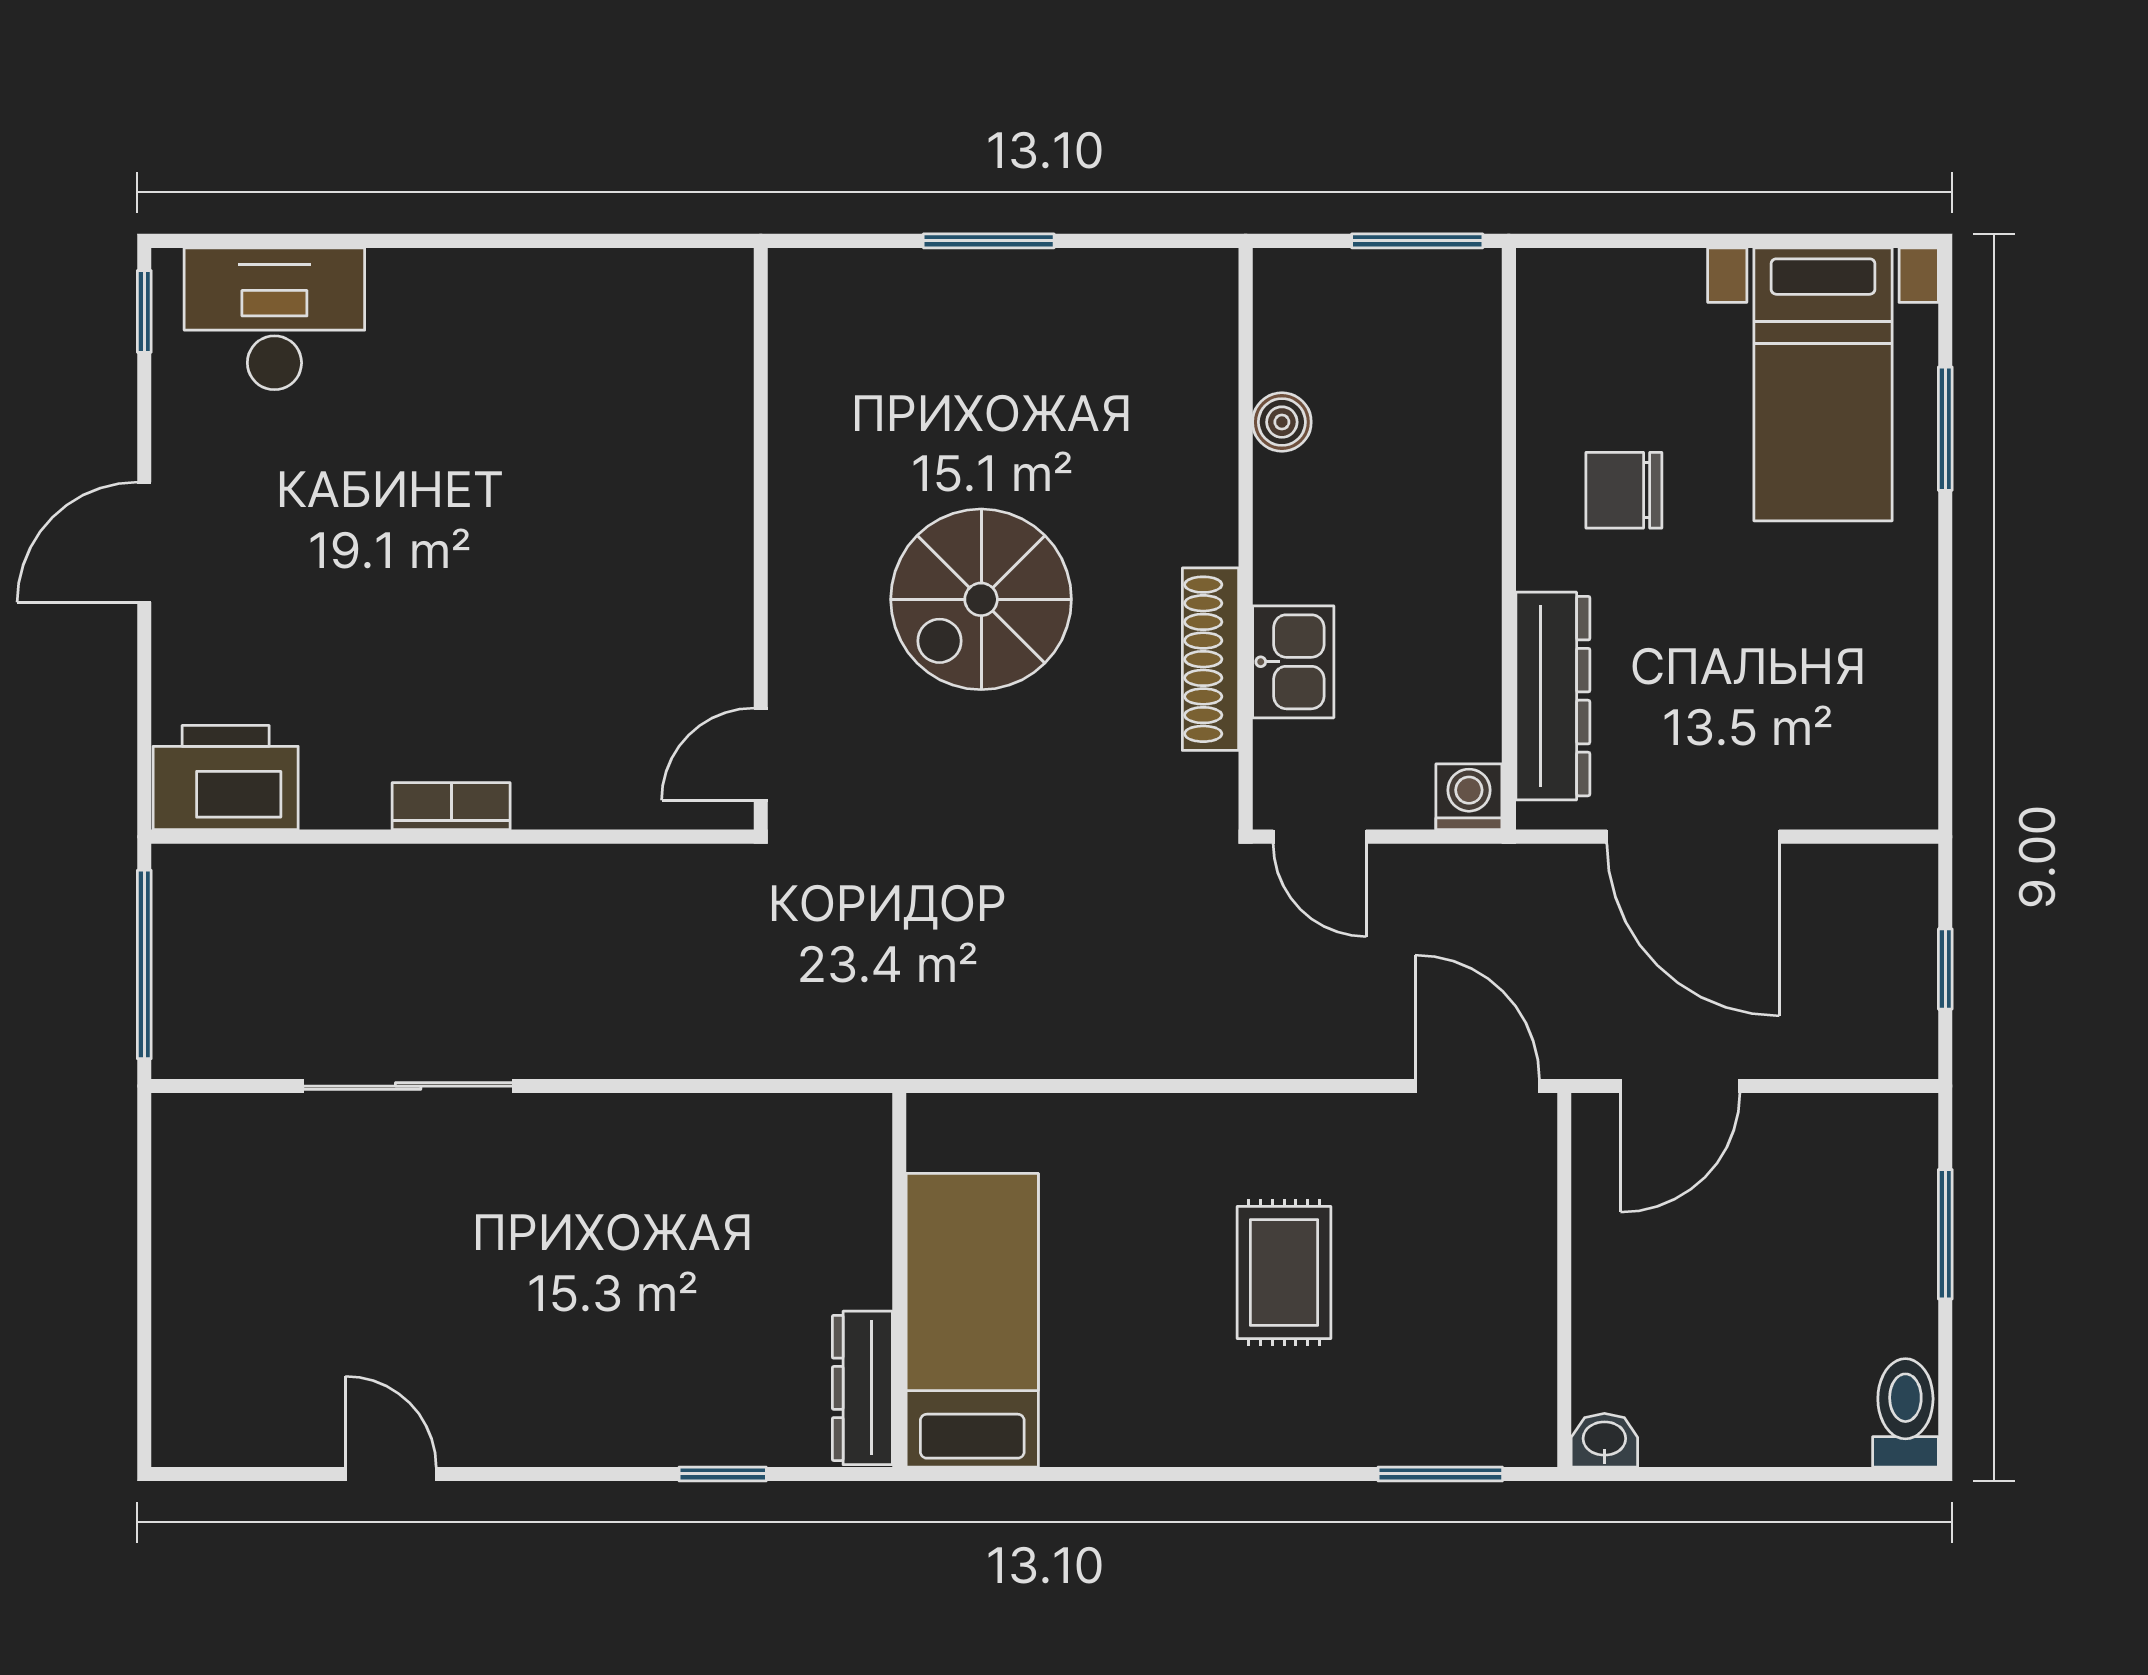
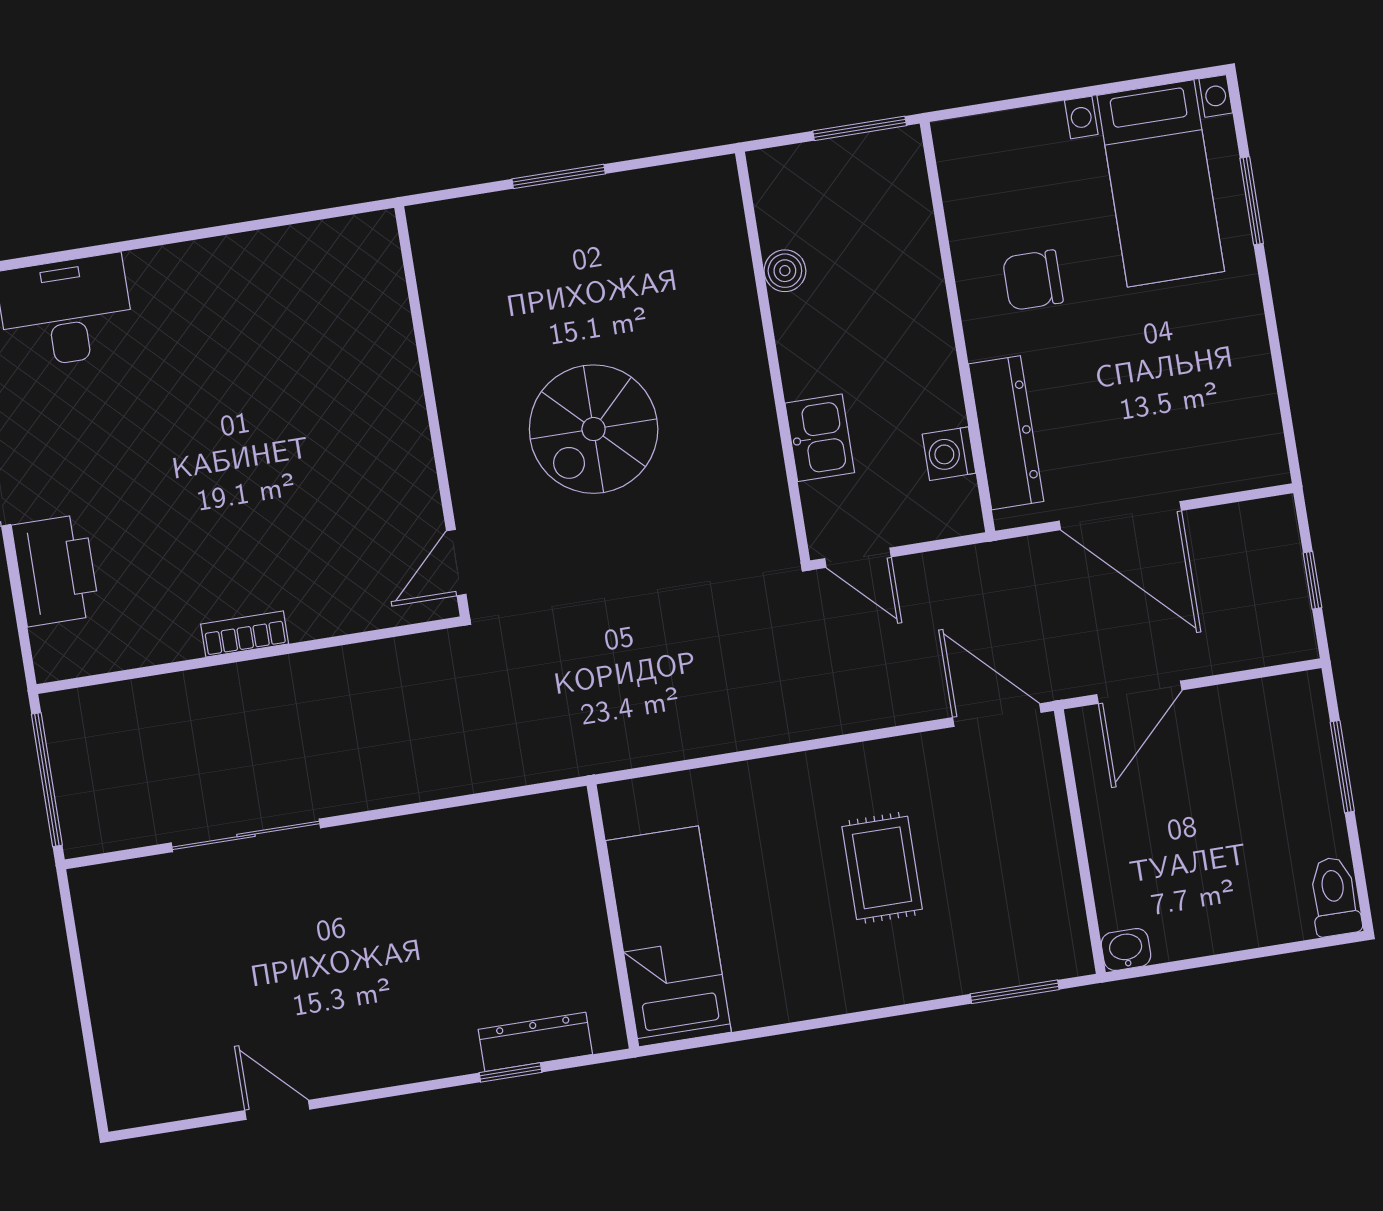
shoe rack: (1211, 659) -> (761, 445), removed
printer: (226, 778) -> (56, 570), moved, turned 90
washing machine: (1469, 797) -> (949, 454), moved, turned -90
dresser: (862, 1388) -> (535, 1042), moved, turned 90

